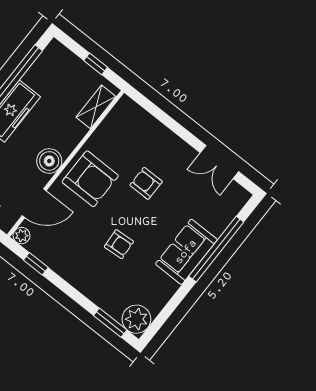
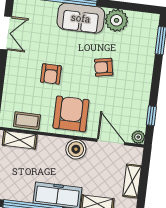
coffee table: (112, 127) -> (27, 121), added
armchair: (119, 244) -> (104, 67), turned -97
plant: (136, 319) -> (117, 20), moved

